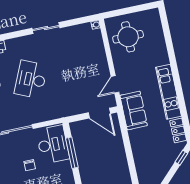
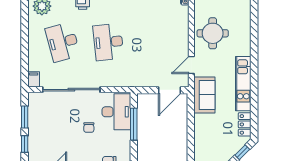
round table: (128, 37) -> (213, 33), moved
desk: (31, 79) -> (108, 42), turned -30
door: (99, 113) -> (170, 90), hinge flipped

